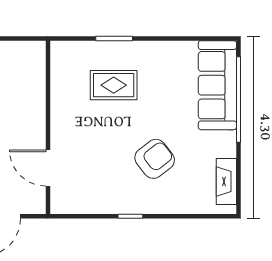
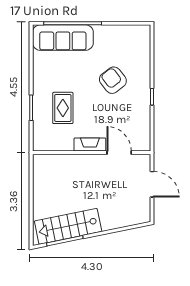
door: (48, 168) -> (119, 153), swing flipped
fireplace: (226, 181) -> (90, 144), moved, turned 180

